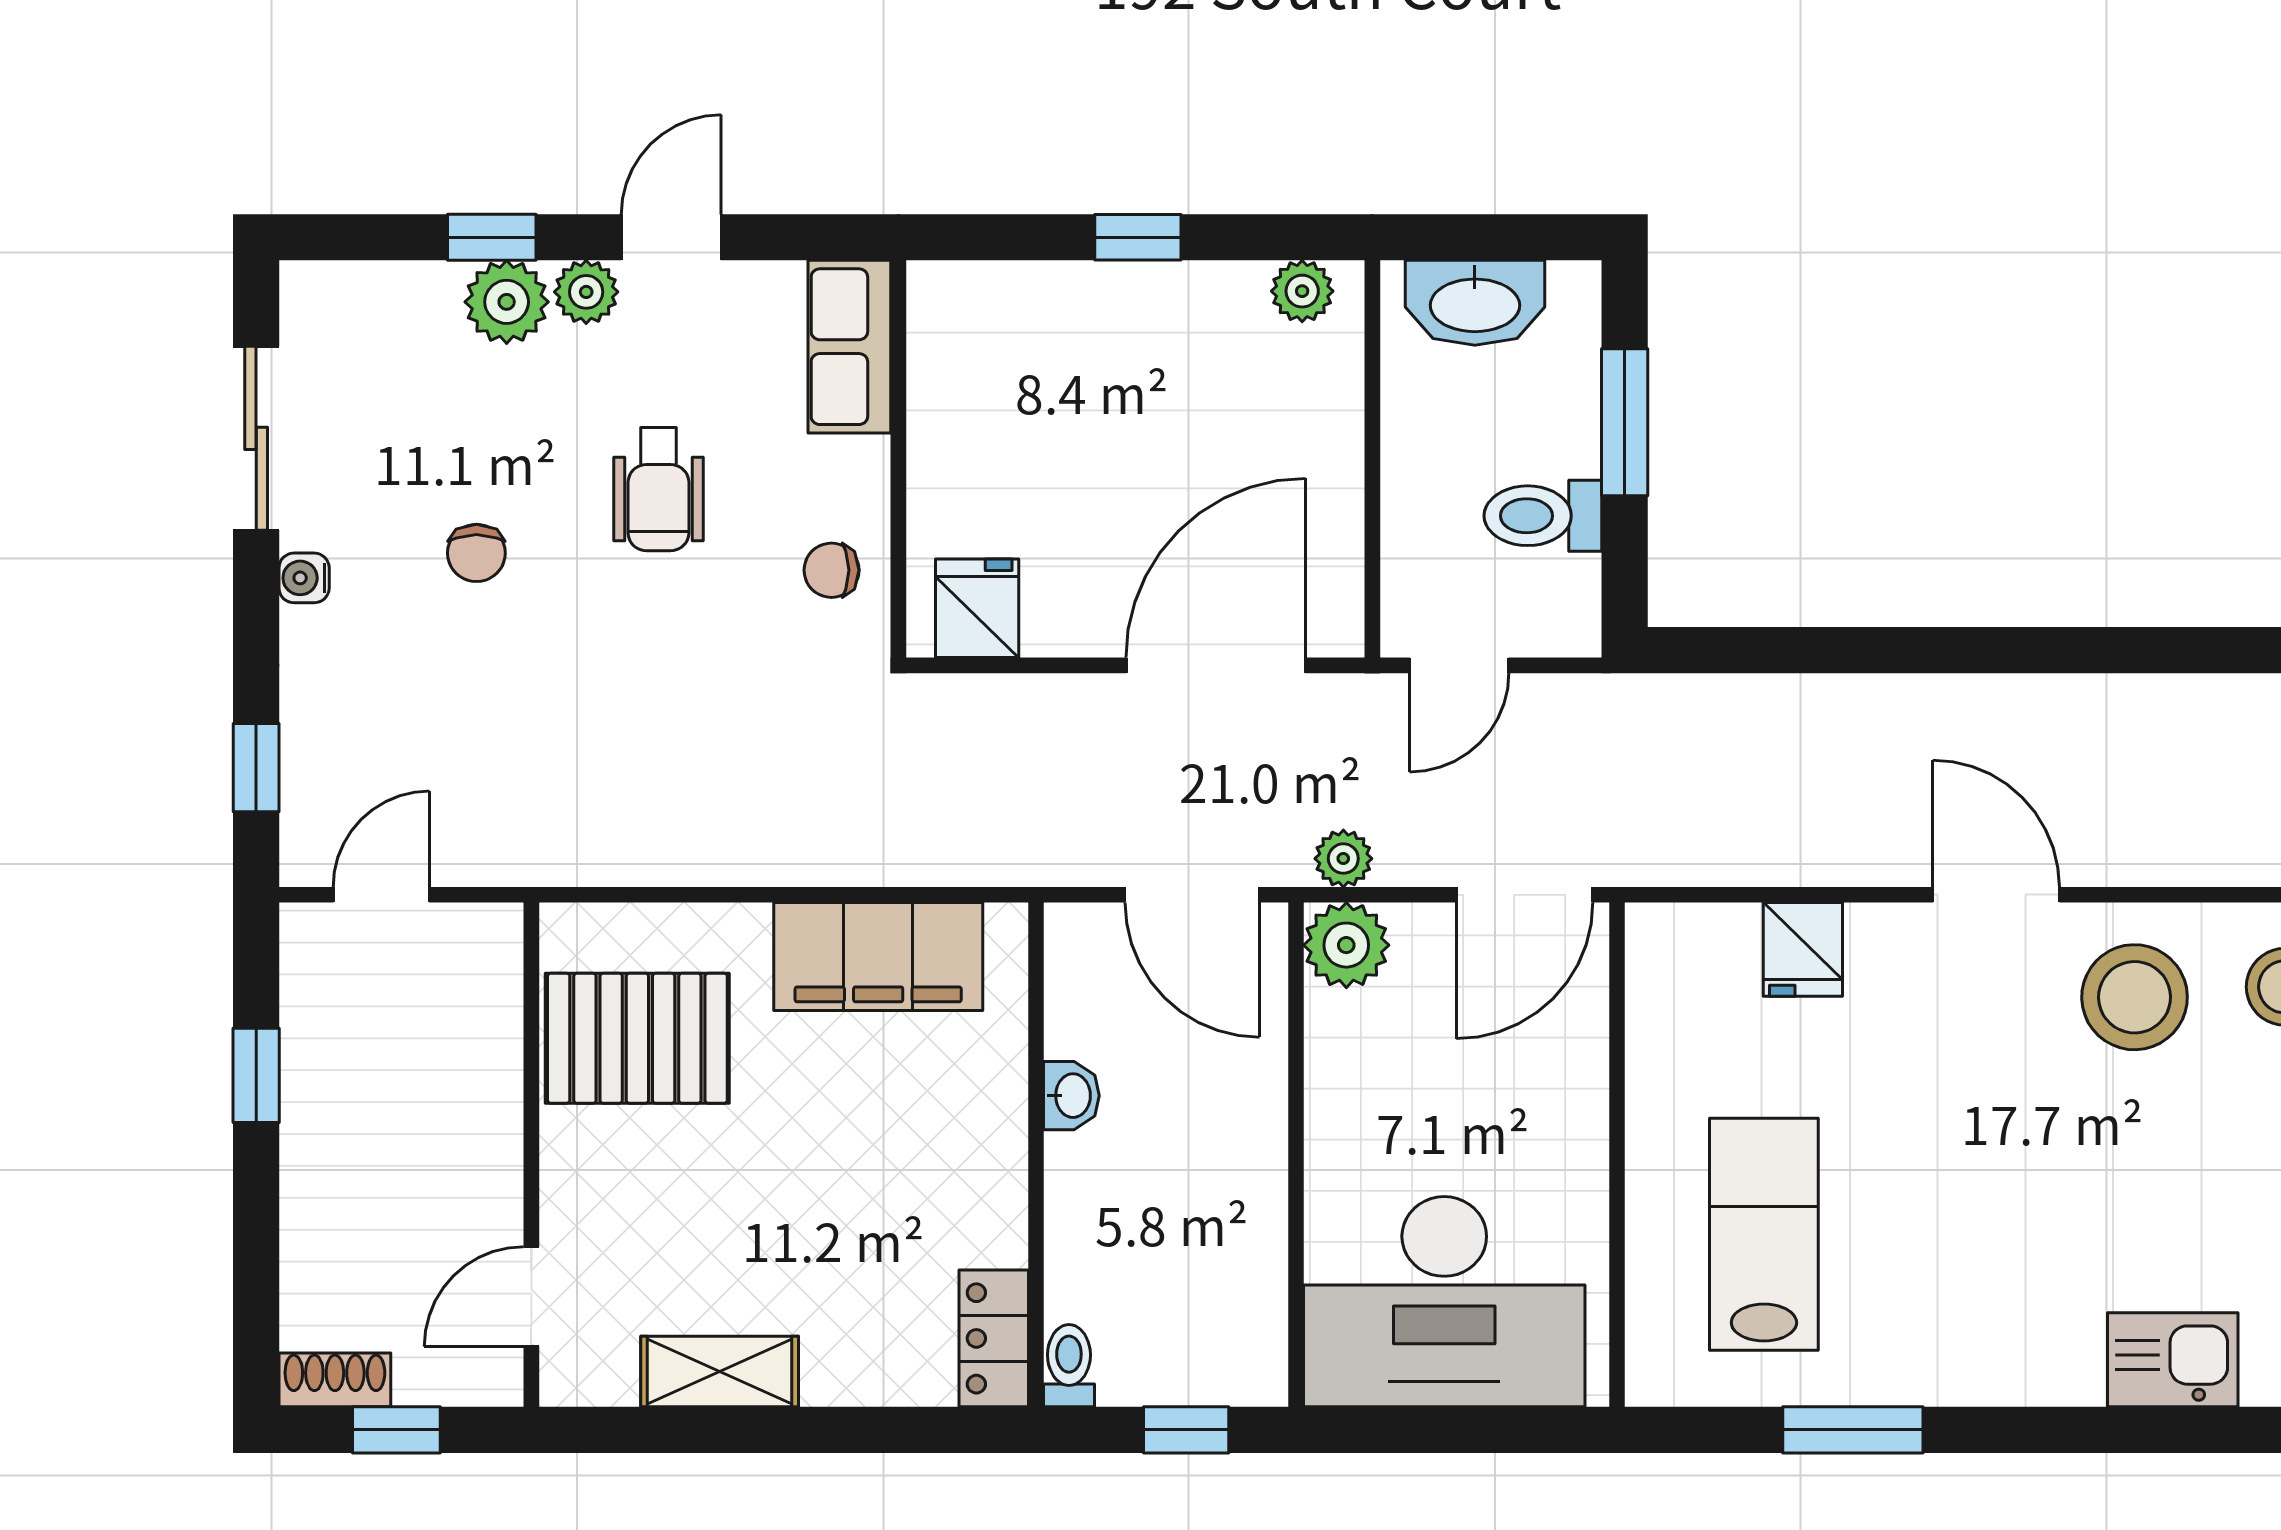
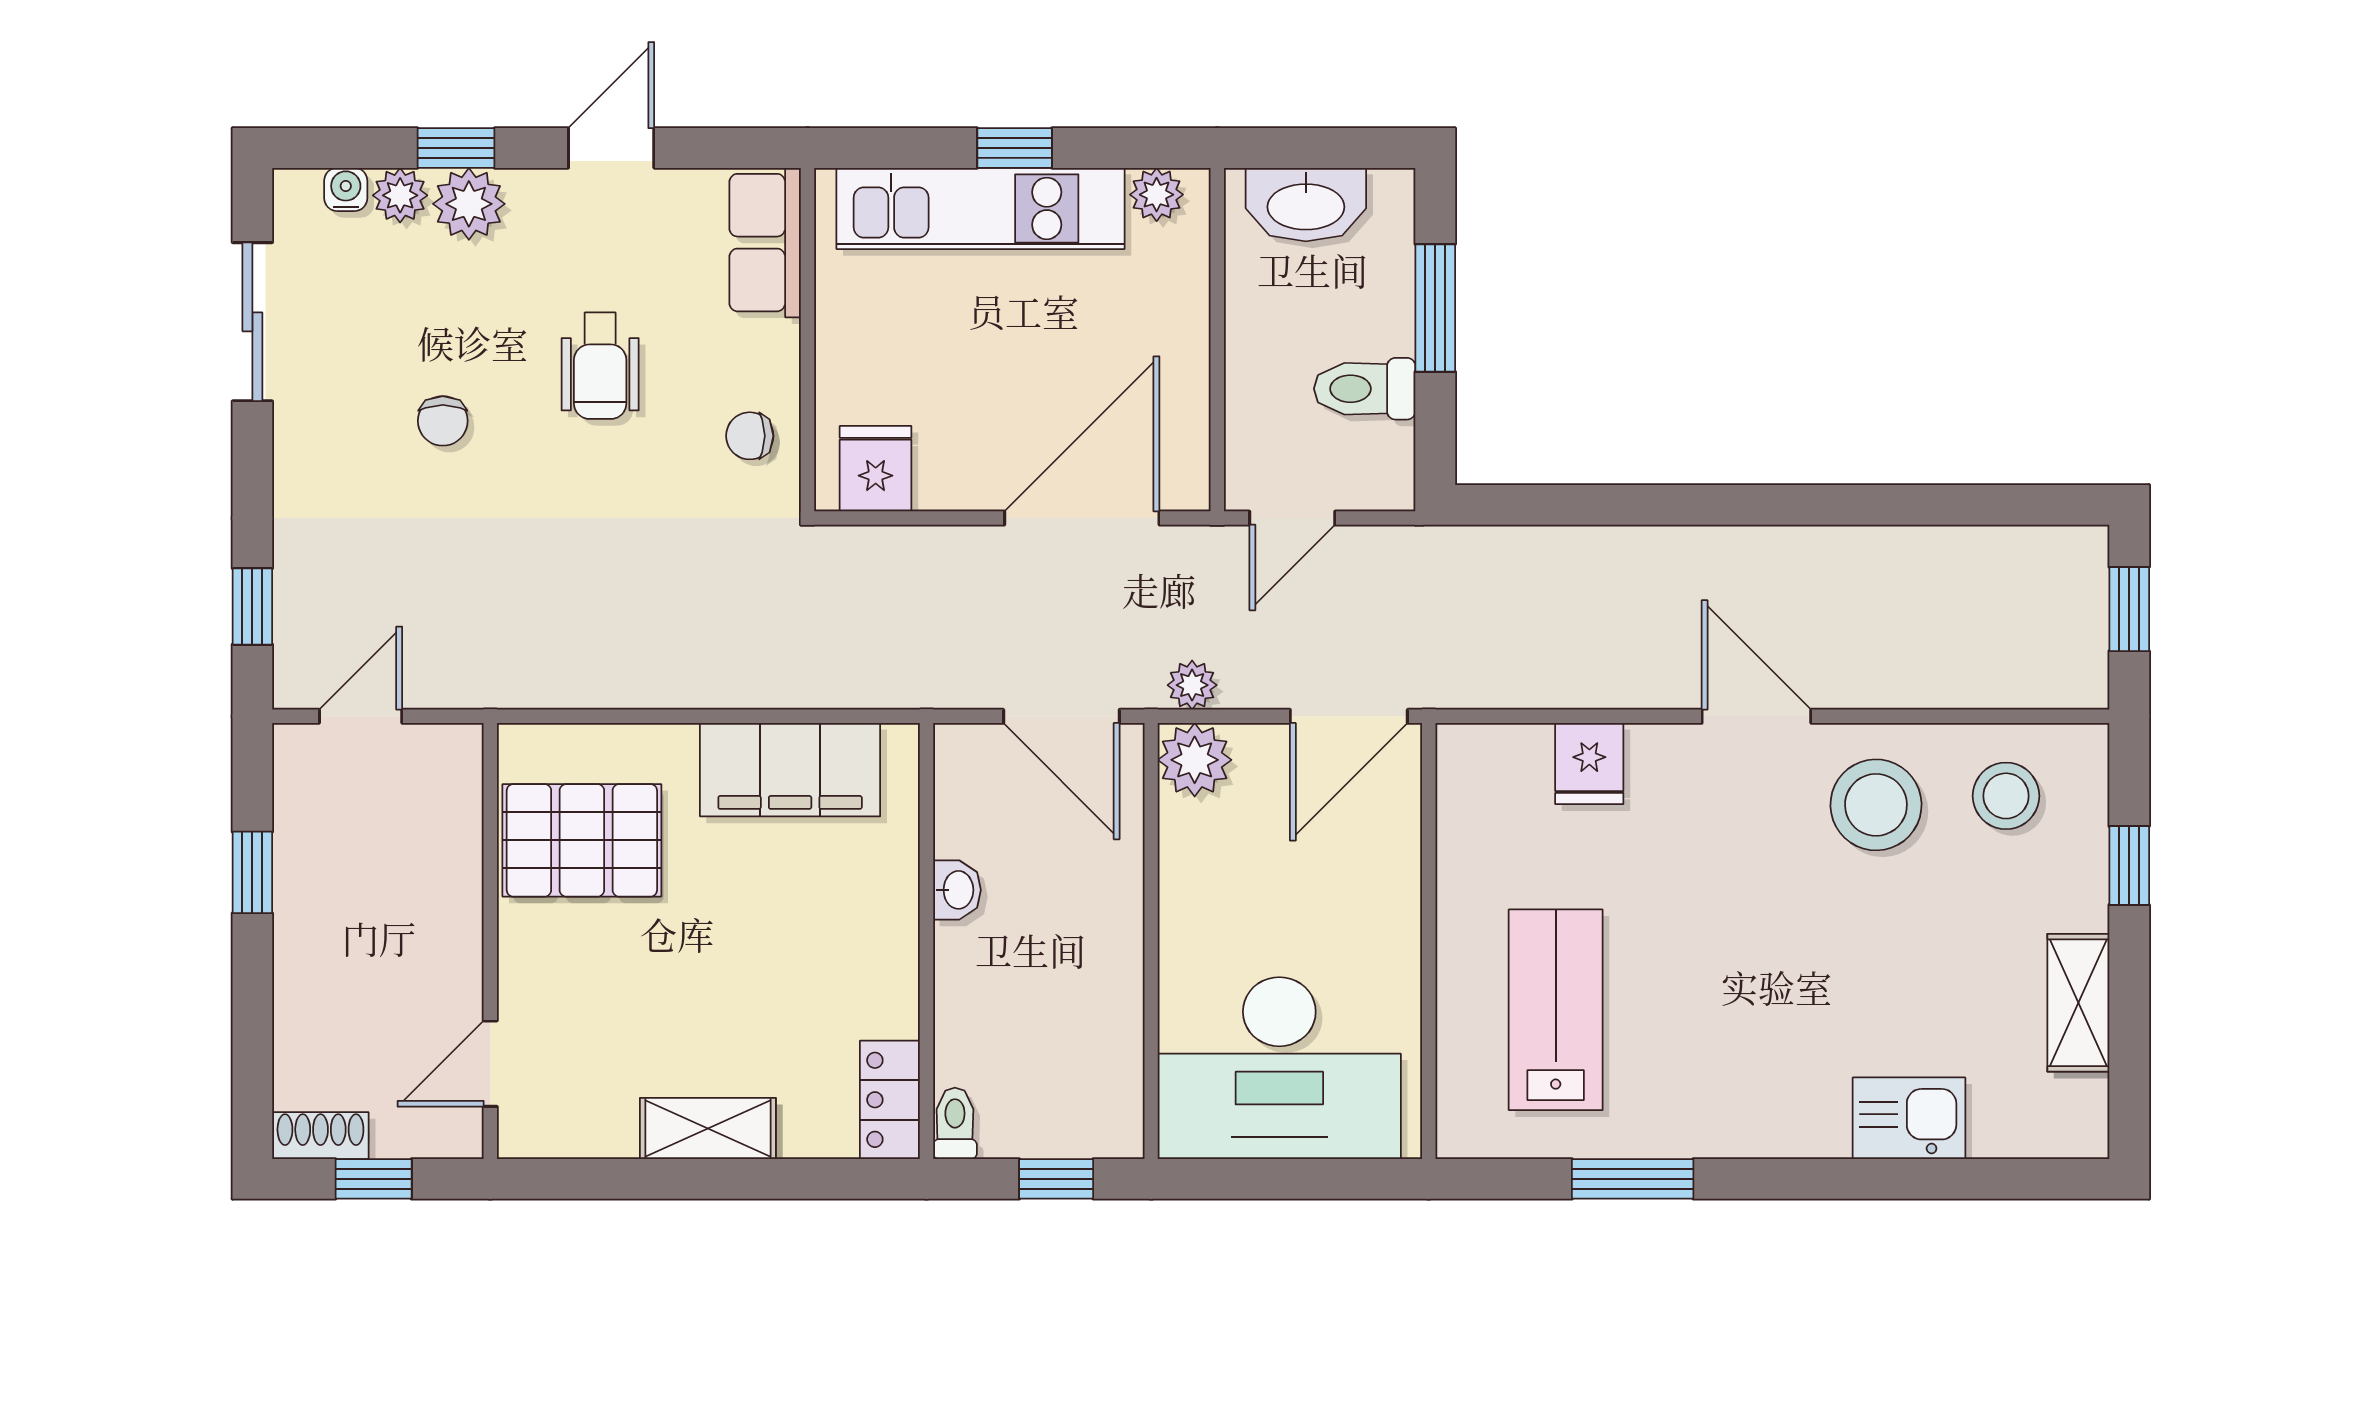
plant: (586, 292) -> (400, 195), moved
kitchen unit: (1098, 307) -> (980, 208), added
water cooler: (304, 578) -> (346, 189), moved, turned 90
shelving: (720, 1372) -> (708, 1128), moved

